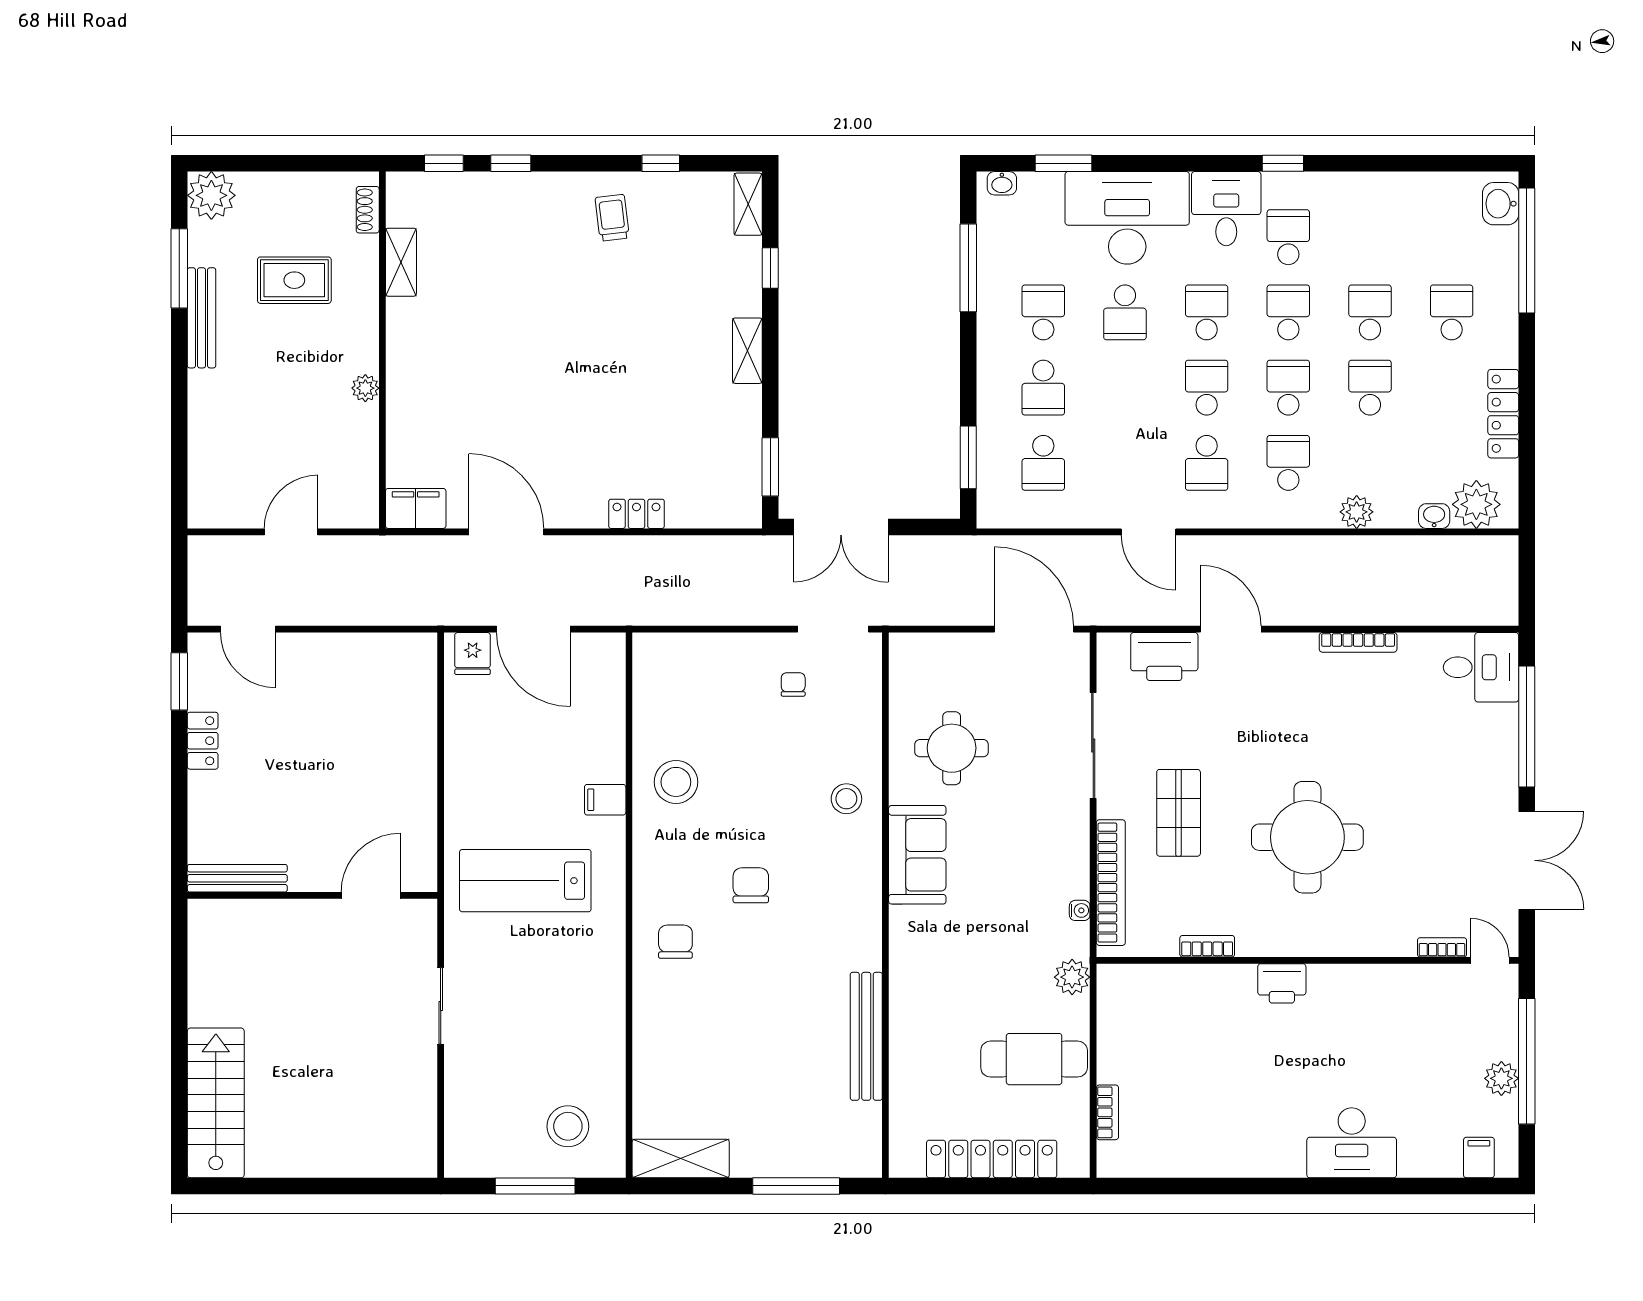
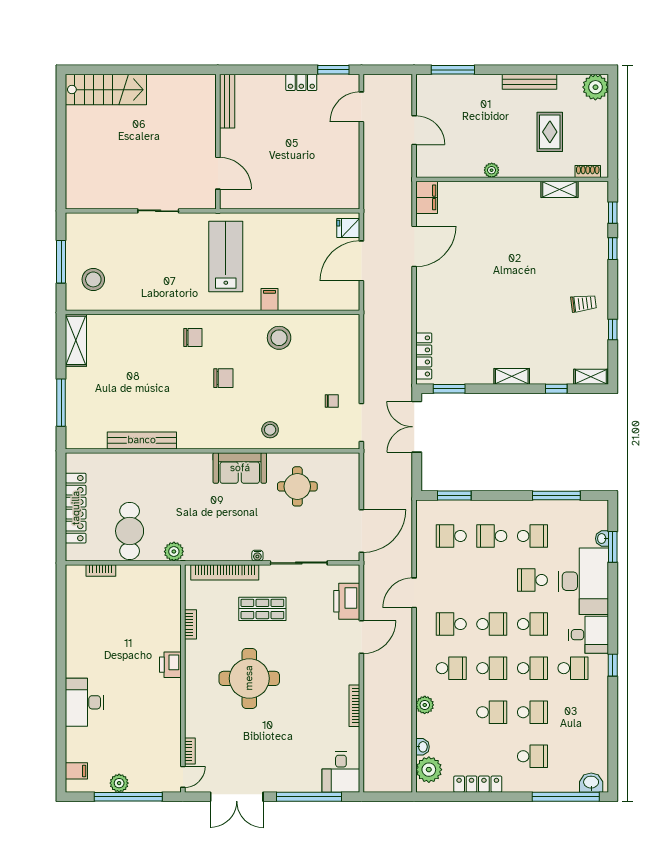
washbasin: (1002, 183) -> (602, 539), moved
window: (179, 268) -> (453, 70), moved
locker: (636, 514) -> (424, 356), moved, width x1.53
water cooler: (1080, 910) -> (257, 556), moved

